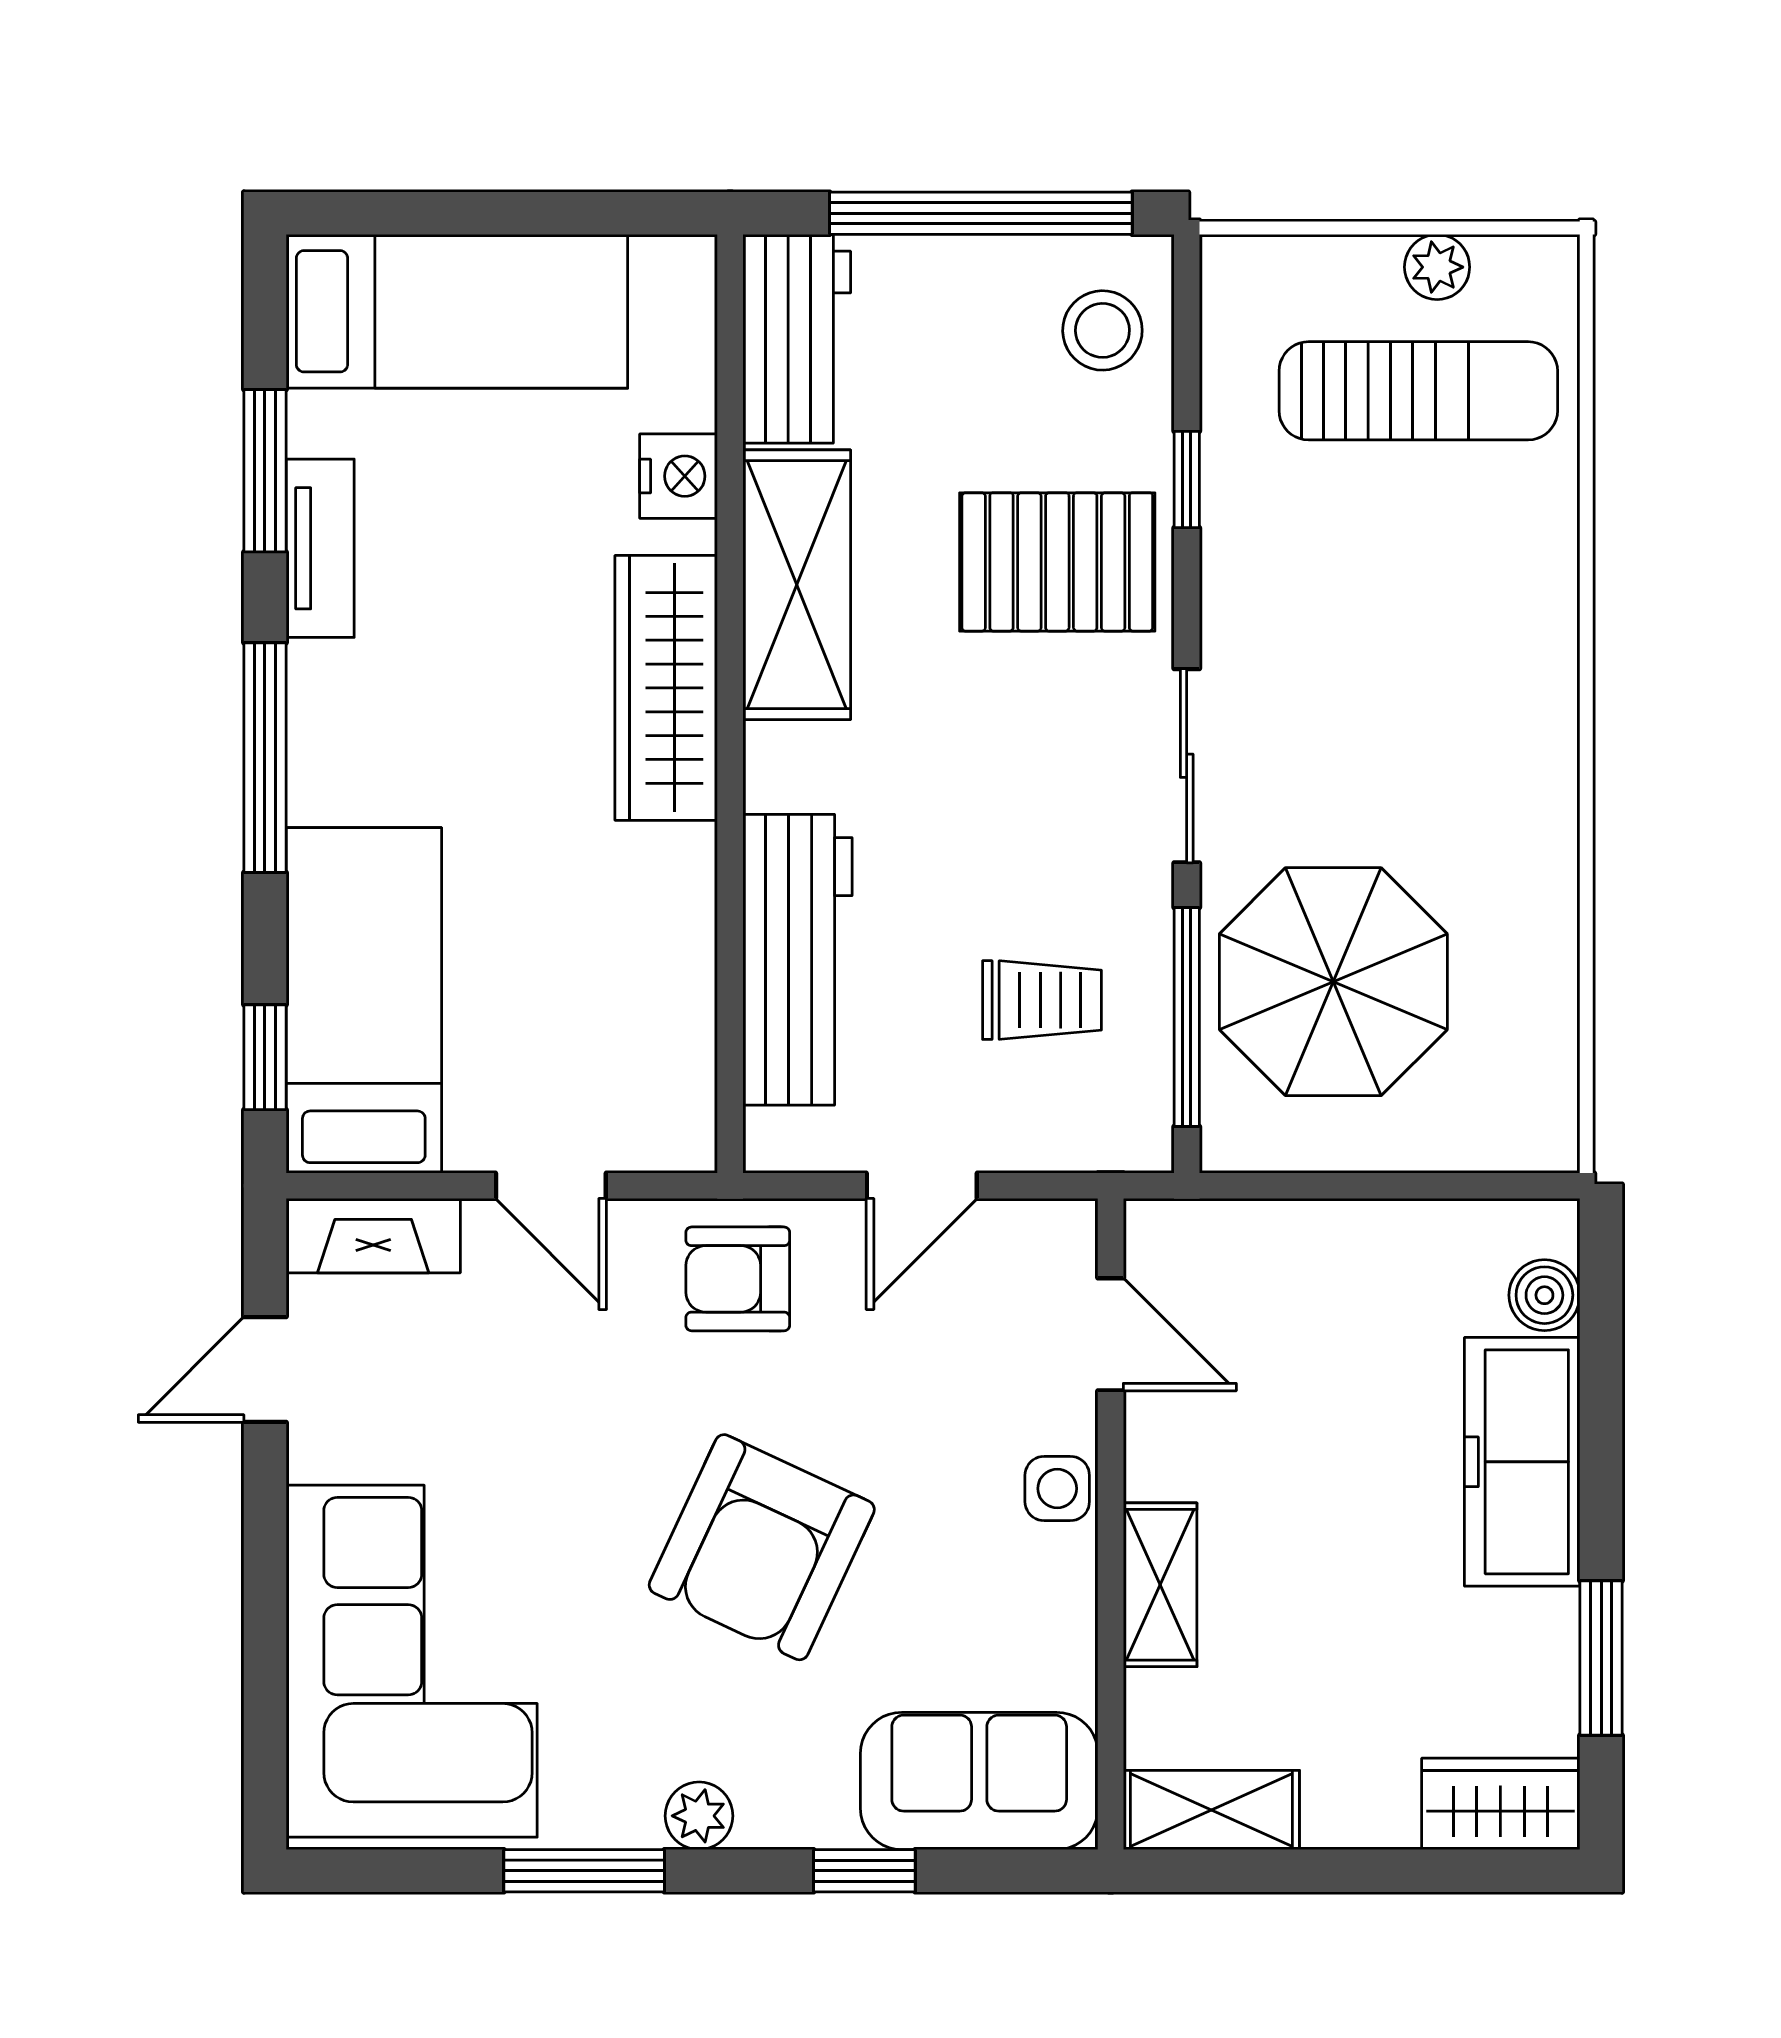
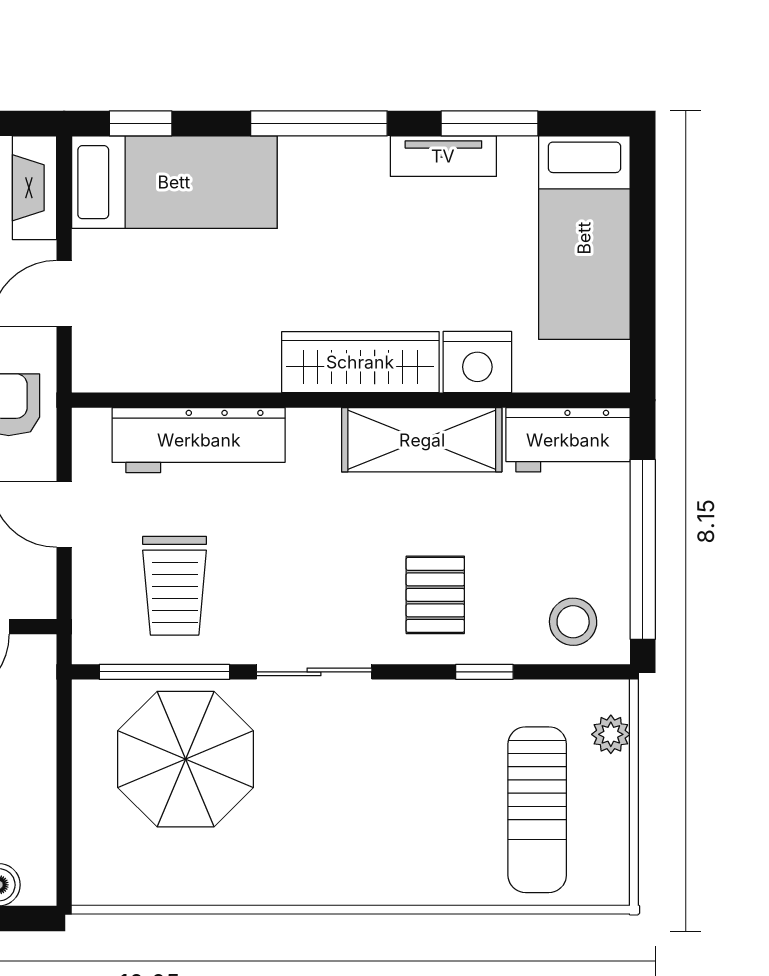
plant: (1437, 267) -> (611, 734), moved
nightstand: (679, 476) -> (477, 362), width x1.36, depth x1.33
pallet: (1057, 562) -> (435, 595), width x0.67, depth x0.71
trolley: (1042, 1000) -> (175, 586), width x1.36, depth x1.39

